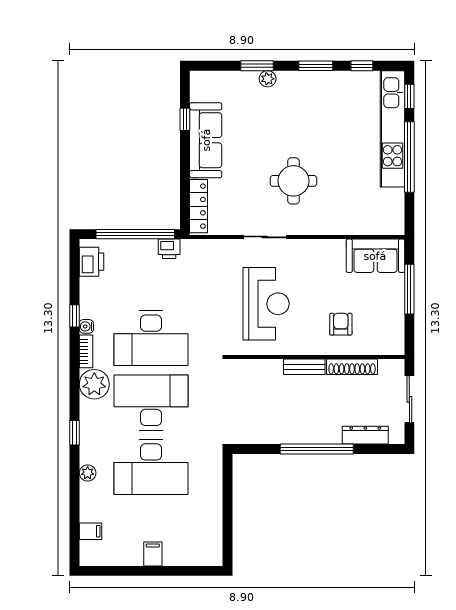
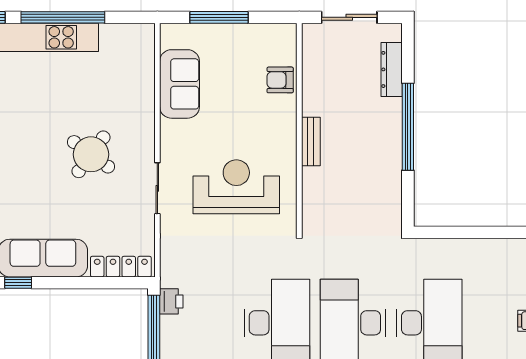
round table: (293, 181) -> (91, 154), turned 36
sofa: (375, 256) -> (179, 84), moved
armchair: (341, 324) -> (280, 80), moved
shoe rack: (352, 367) -> (311, 85), removed

